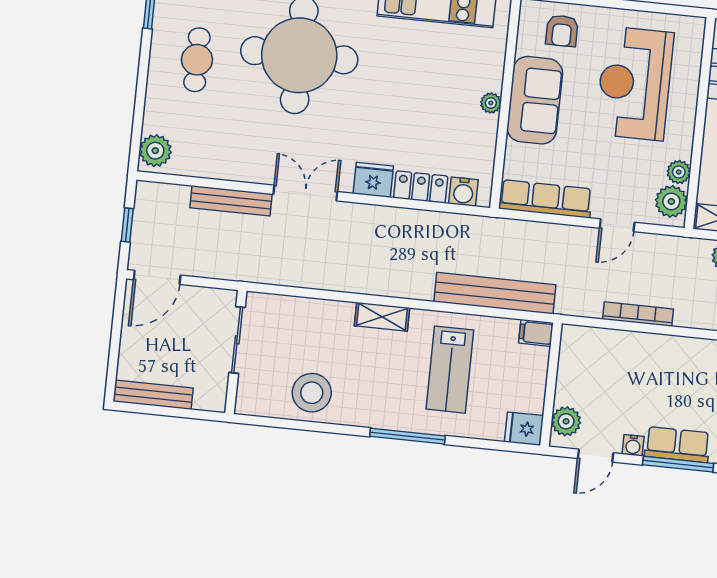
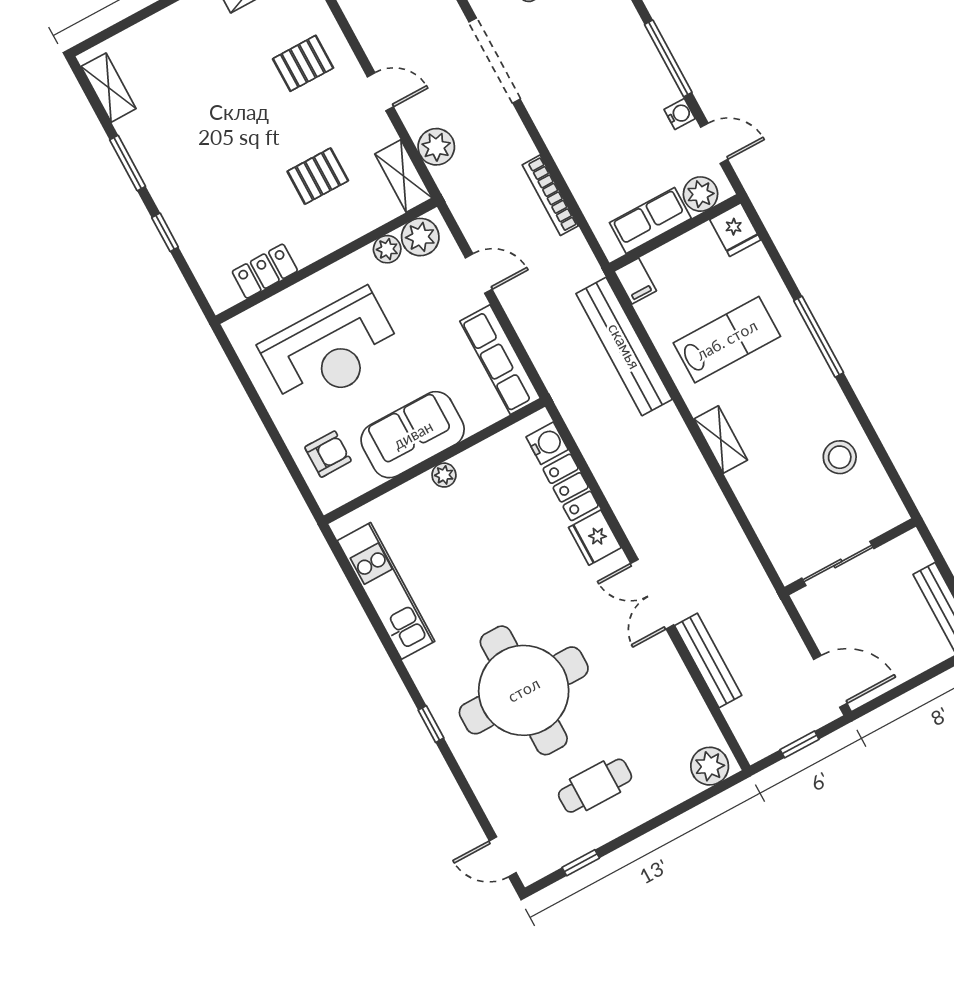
stool: (312, 393) -> (840, 457), width x0.73, depth x0.73
row of seats: (677, 445) -> (650, 221), moved, turned 90

